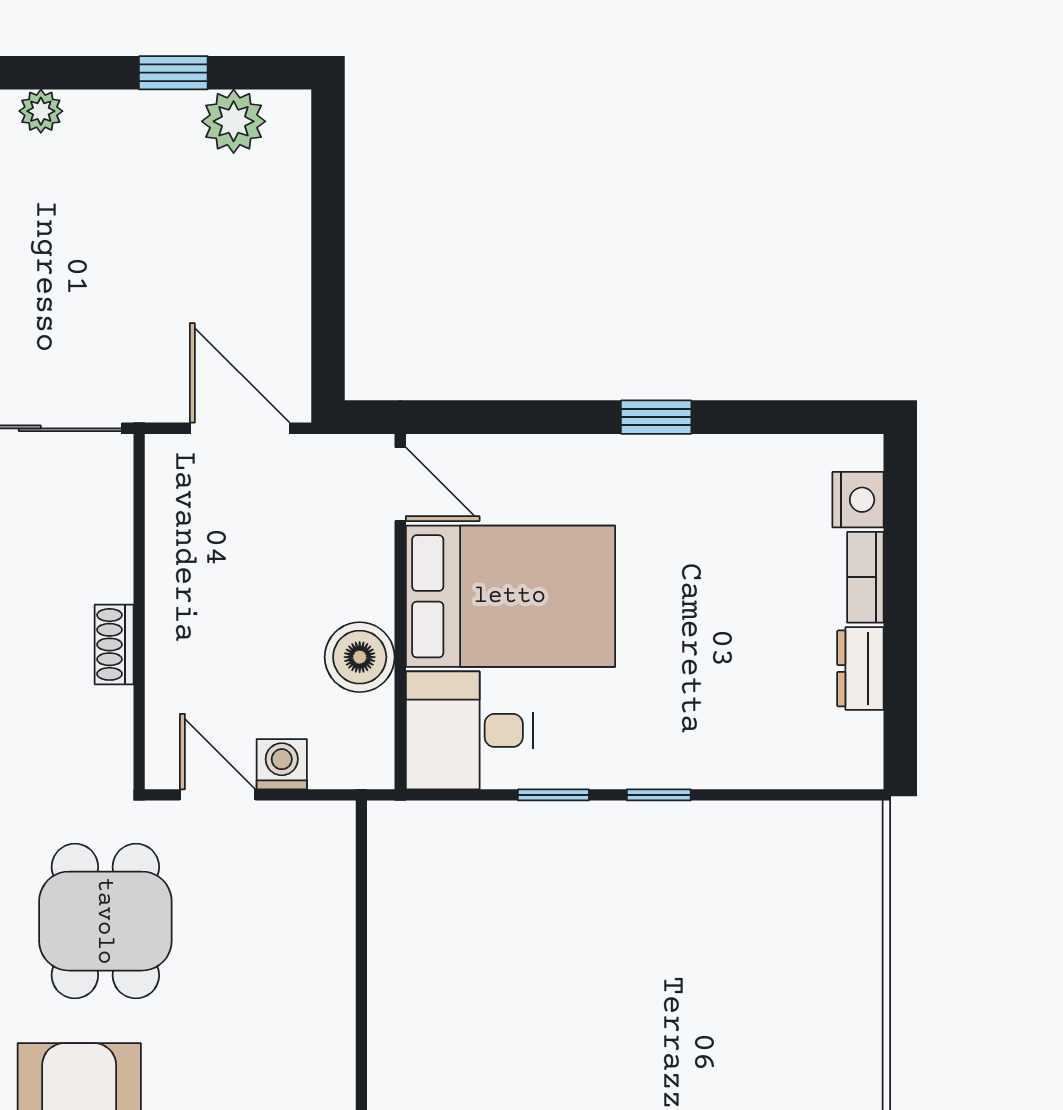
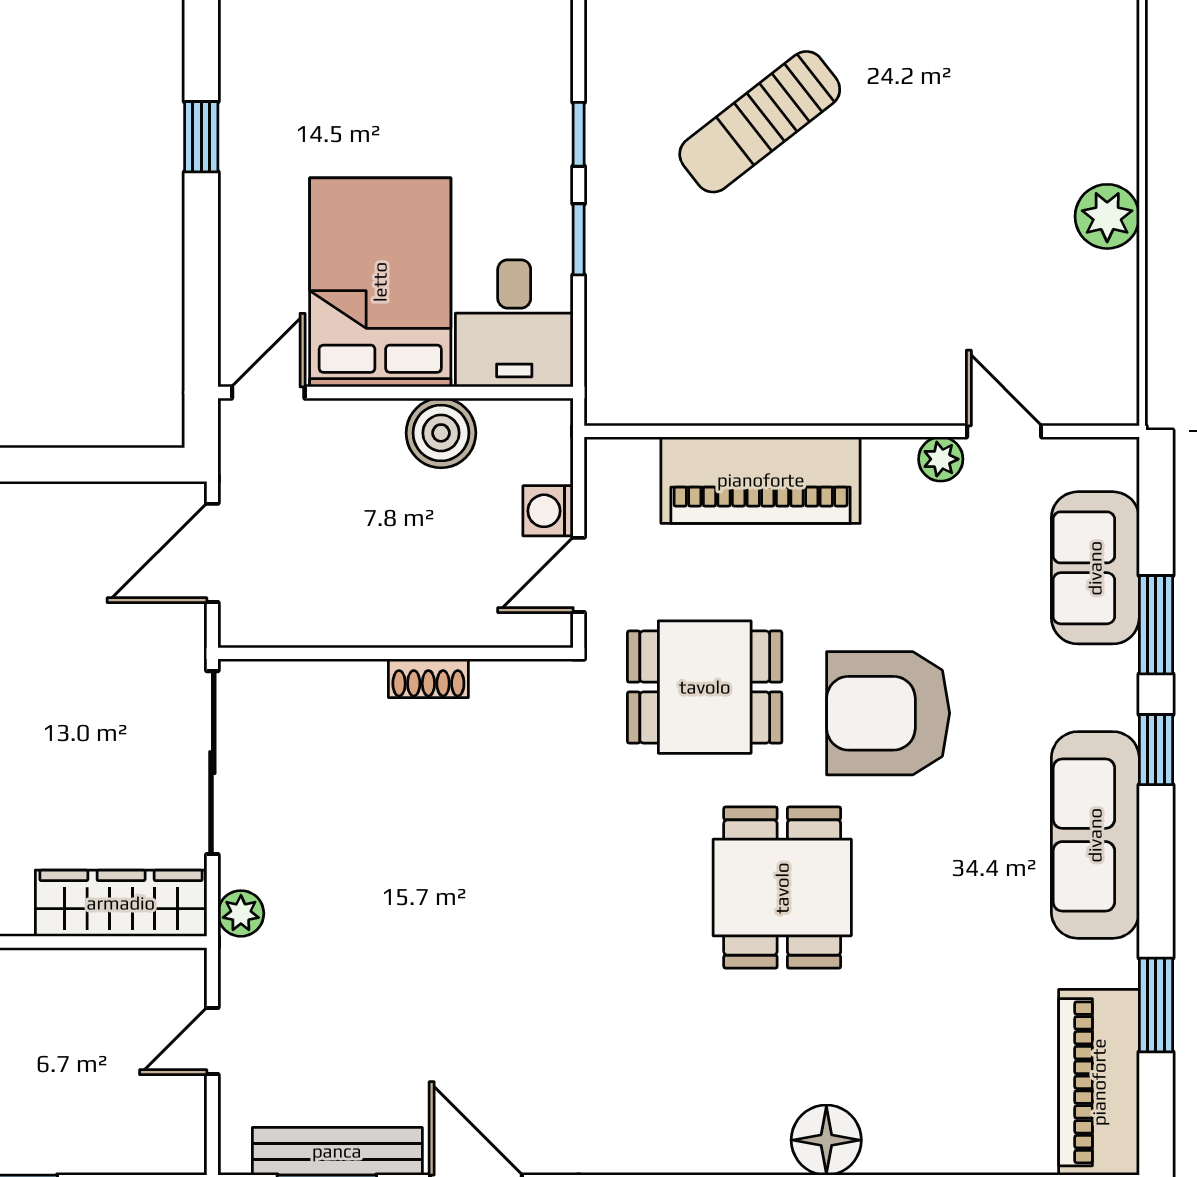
sun lounger: (671, 976) -> (760, 122), added
piano: (312, 977) -> (761, 480), added

